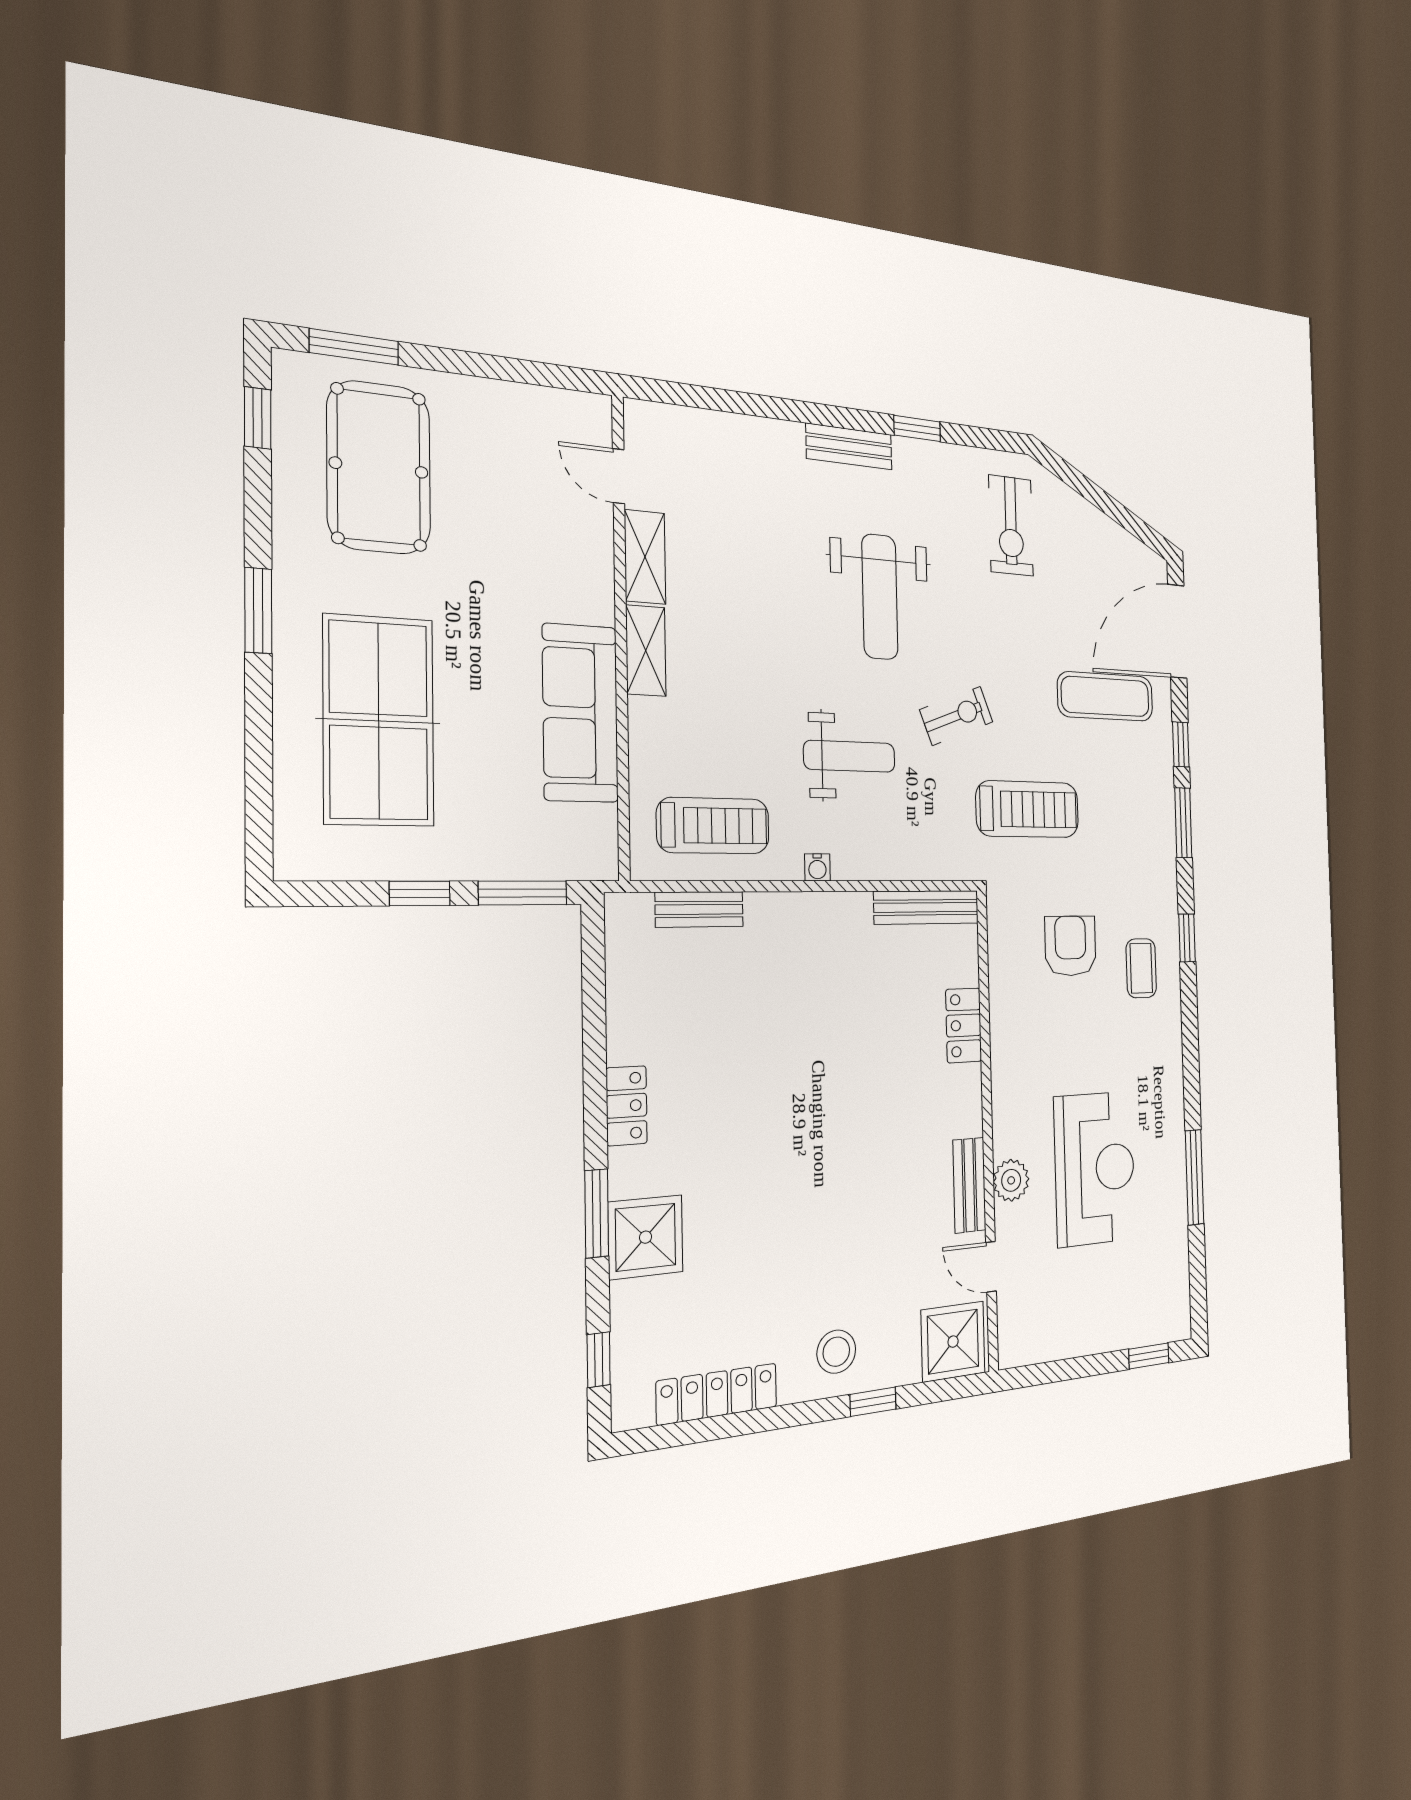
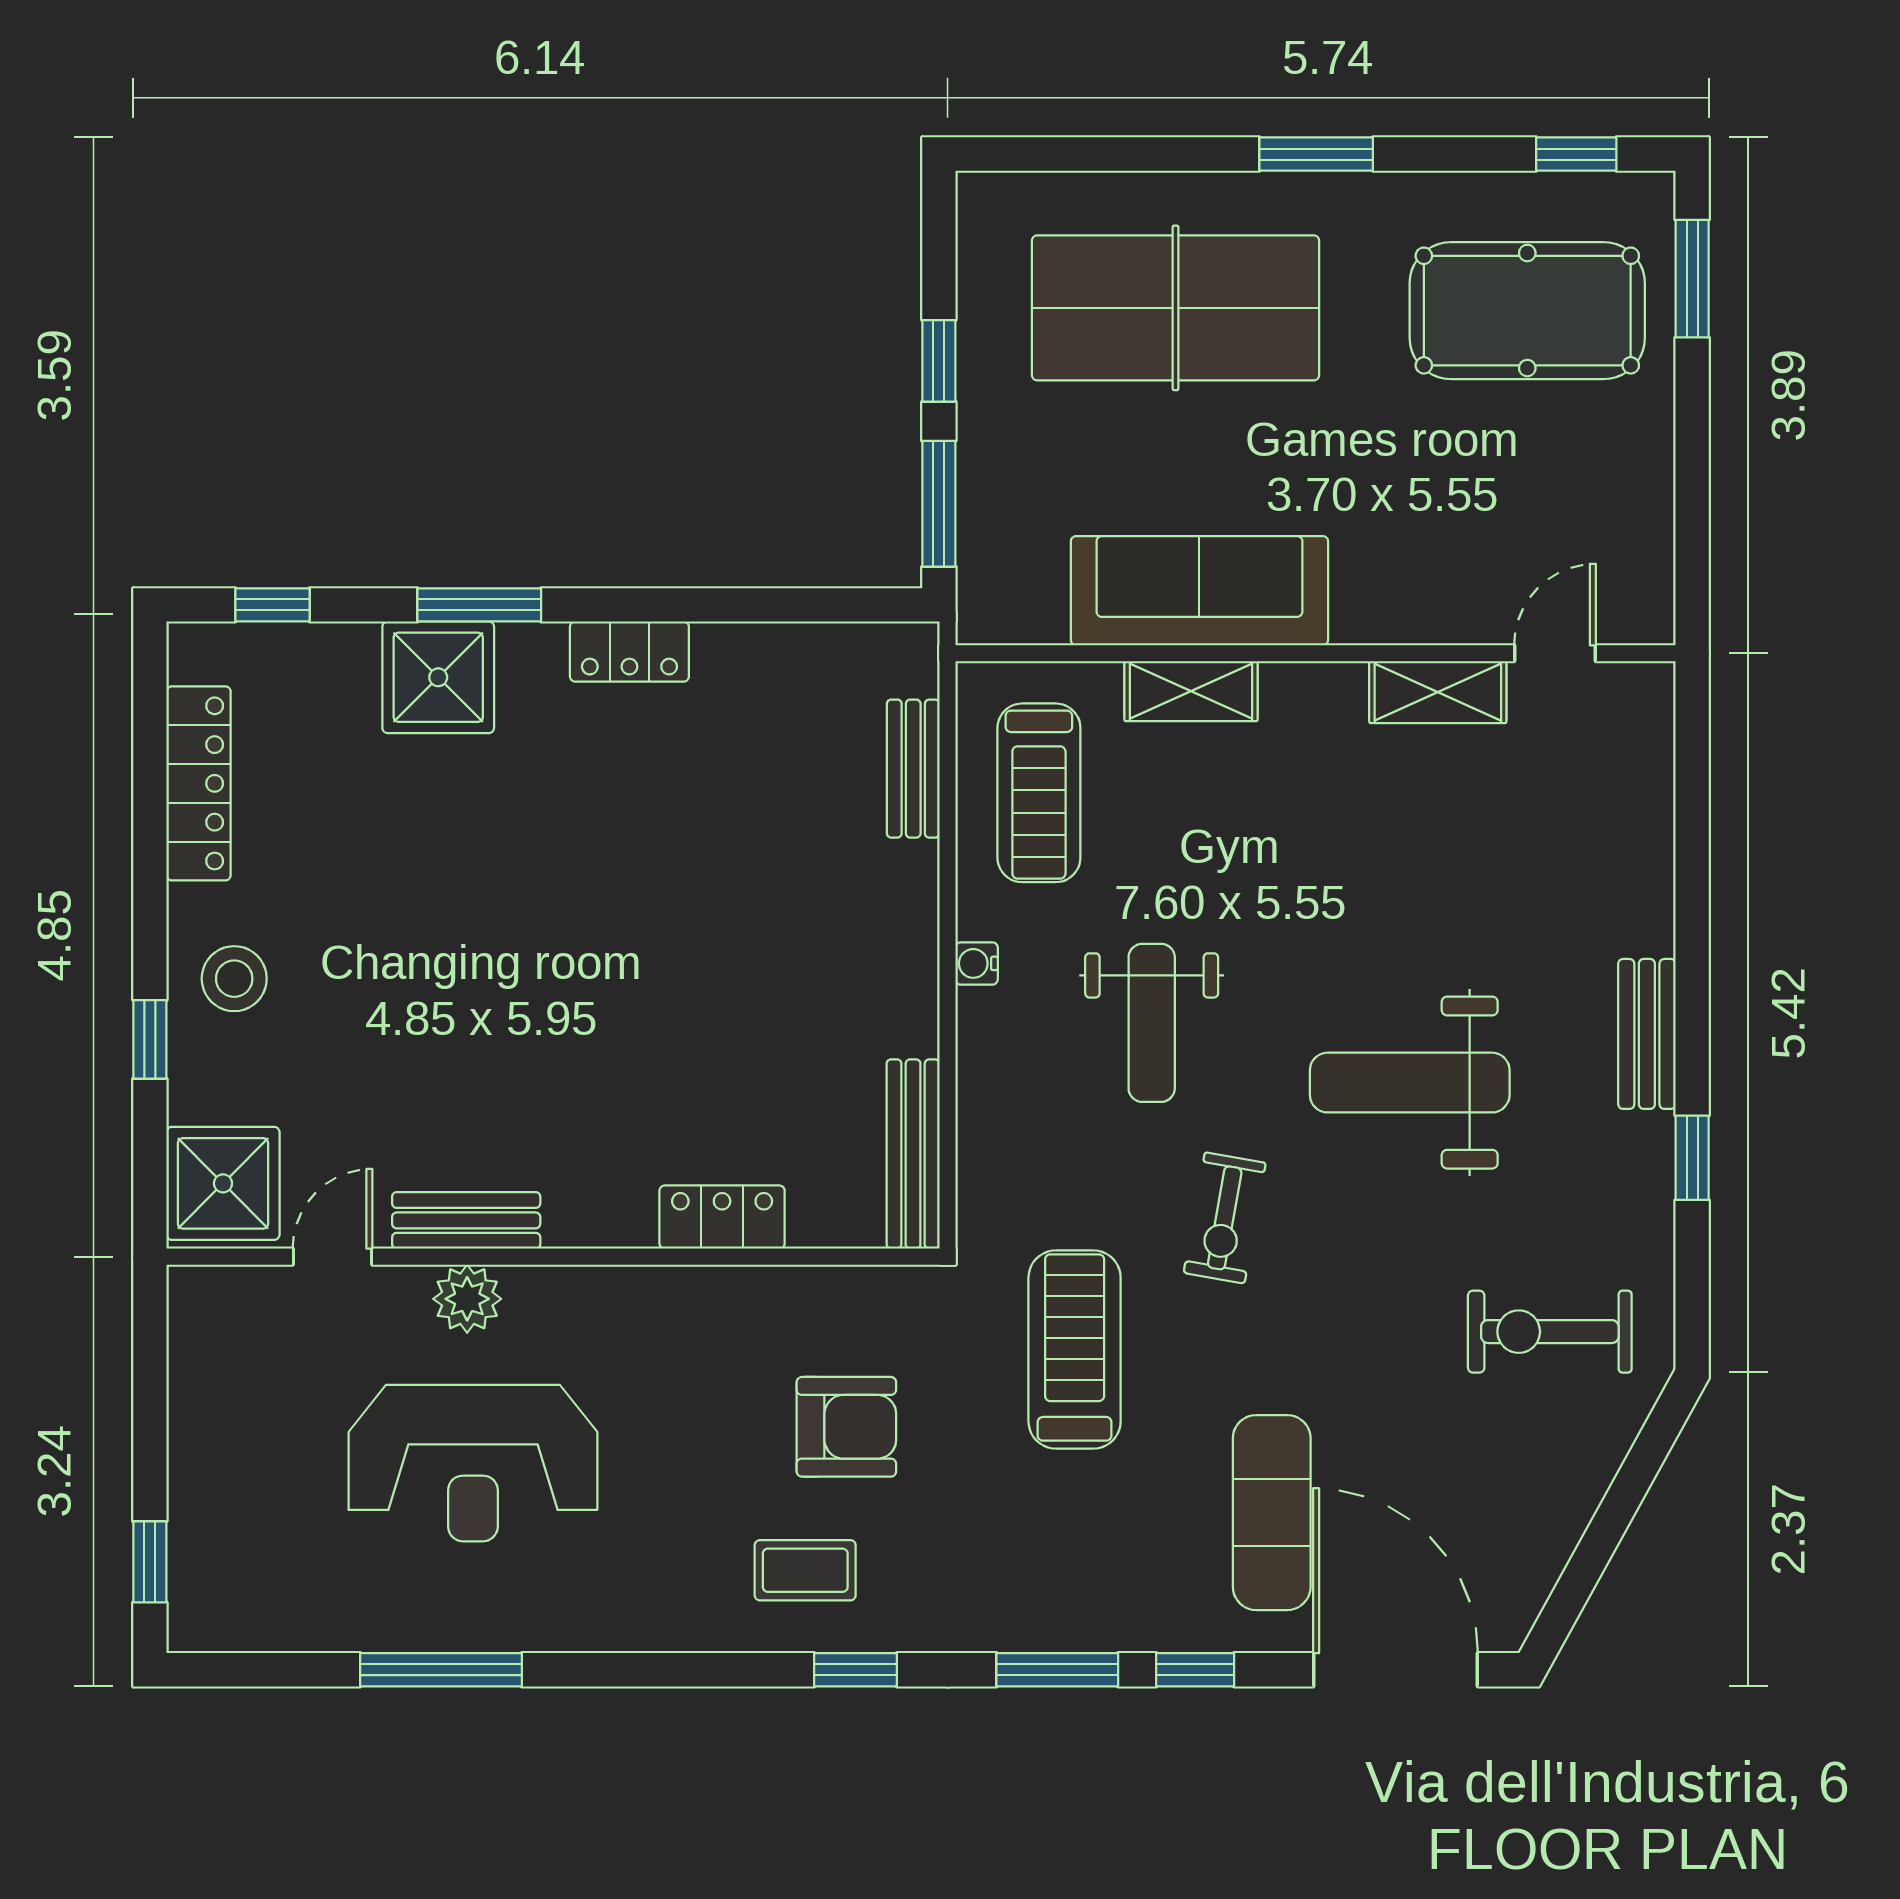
shelving: (646, 651) -> (1191, 691), moved
exercise bike: (956, 716) -> (1225, 1218), turned 31
treadmill: (1028, 809) -> (1075, 1350), turned 180

